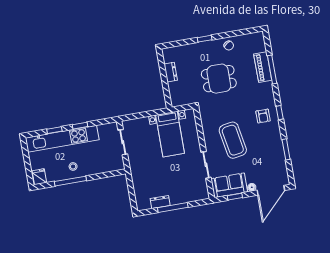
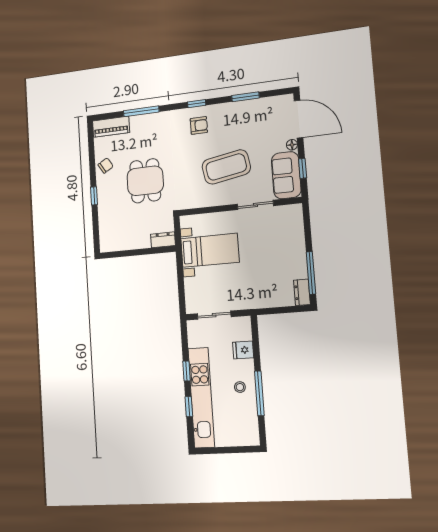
piano: (263, 67) -> (111, 127), moved
dresser: (171, 72) -> (163, 240), moved
fridge: (39, 177) -> (243, 350), moved
dresser: (160, 202) -> (302, 292), moved
window: (173, 207) -> (311, 273), moved

